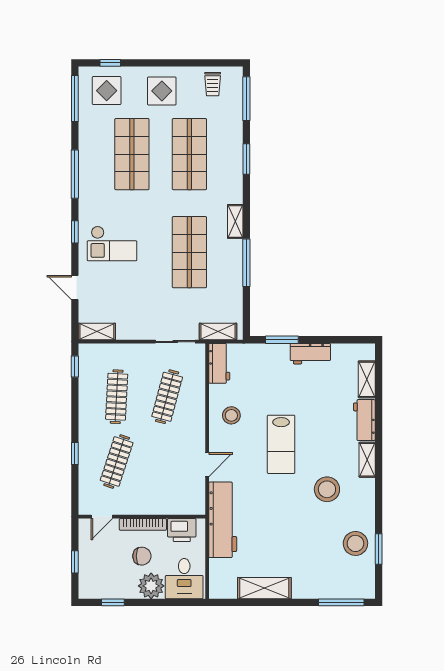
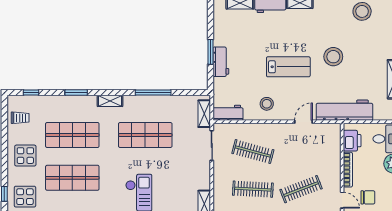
window: (246, 99) -> (31, 93), width x0.46
shelving: (235, 221) -> (110, 101), moved
window: (282, 340) -> (210, 52), moved
workbench: (310, 354) -> (221, 62), moved
clothes rail: (117, 461) -> (301, 189), turned -39
door: (207, 465) -> (303, 122), hinge flipped
stool: (327, 489) -> (333, 57), moved
chair: (142, 556) -> (368, 197), moved, turned 90

